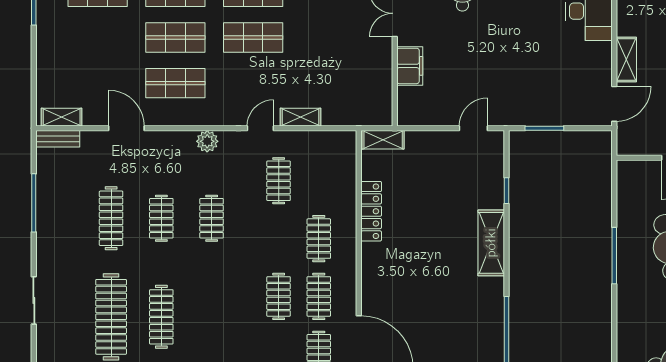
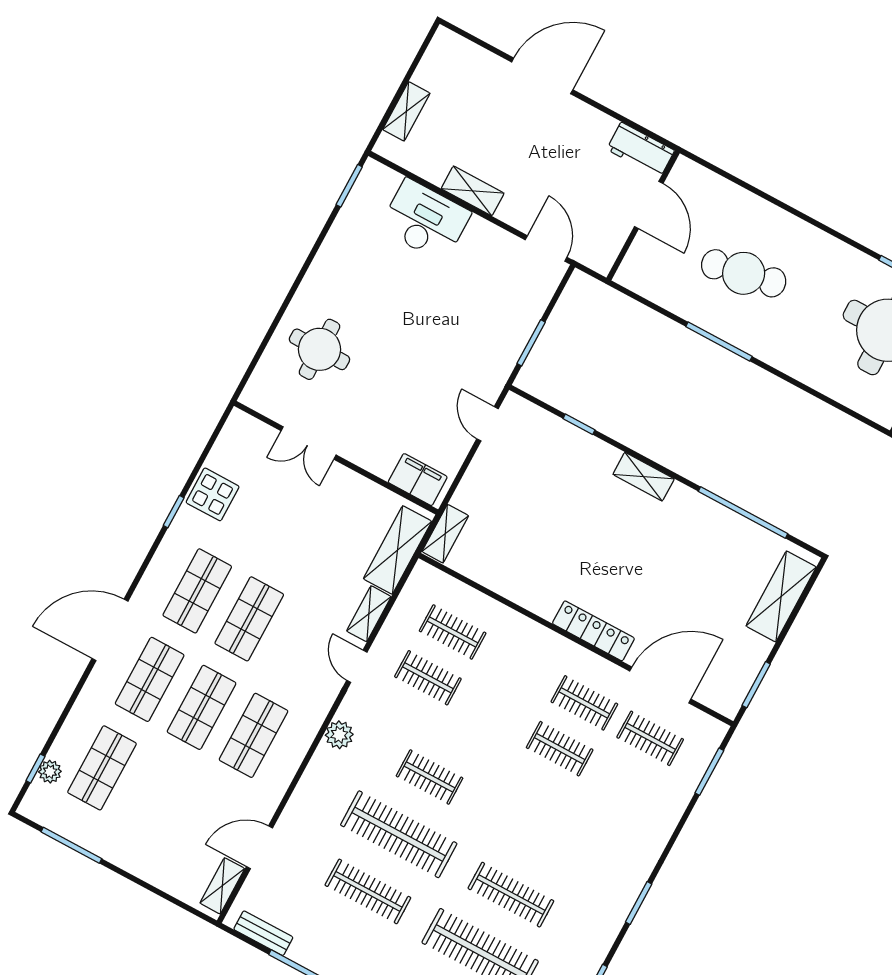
shelving: (626, 60) -> (473, 191), moved
filing cabinet: (410, 66) -> (418, 480), moved
shelving: (354, 113) -> (398, 550), added
door: (126, 128) -> (260, 847), moved
bench: (58, 139) -> (263, 933), moved, turned 90
locker: (371, 211) -> (593, 631), moved
clothes rail: (161, 218) -> (399, 834), width x1.86, depth x1.31
clothes rail: (319, 239) -> (453, 632), moved
shelving: (491, 243) -> (644, 477), width x0.67, depth x0.75

